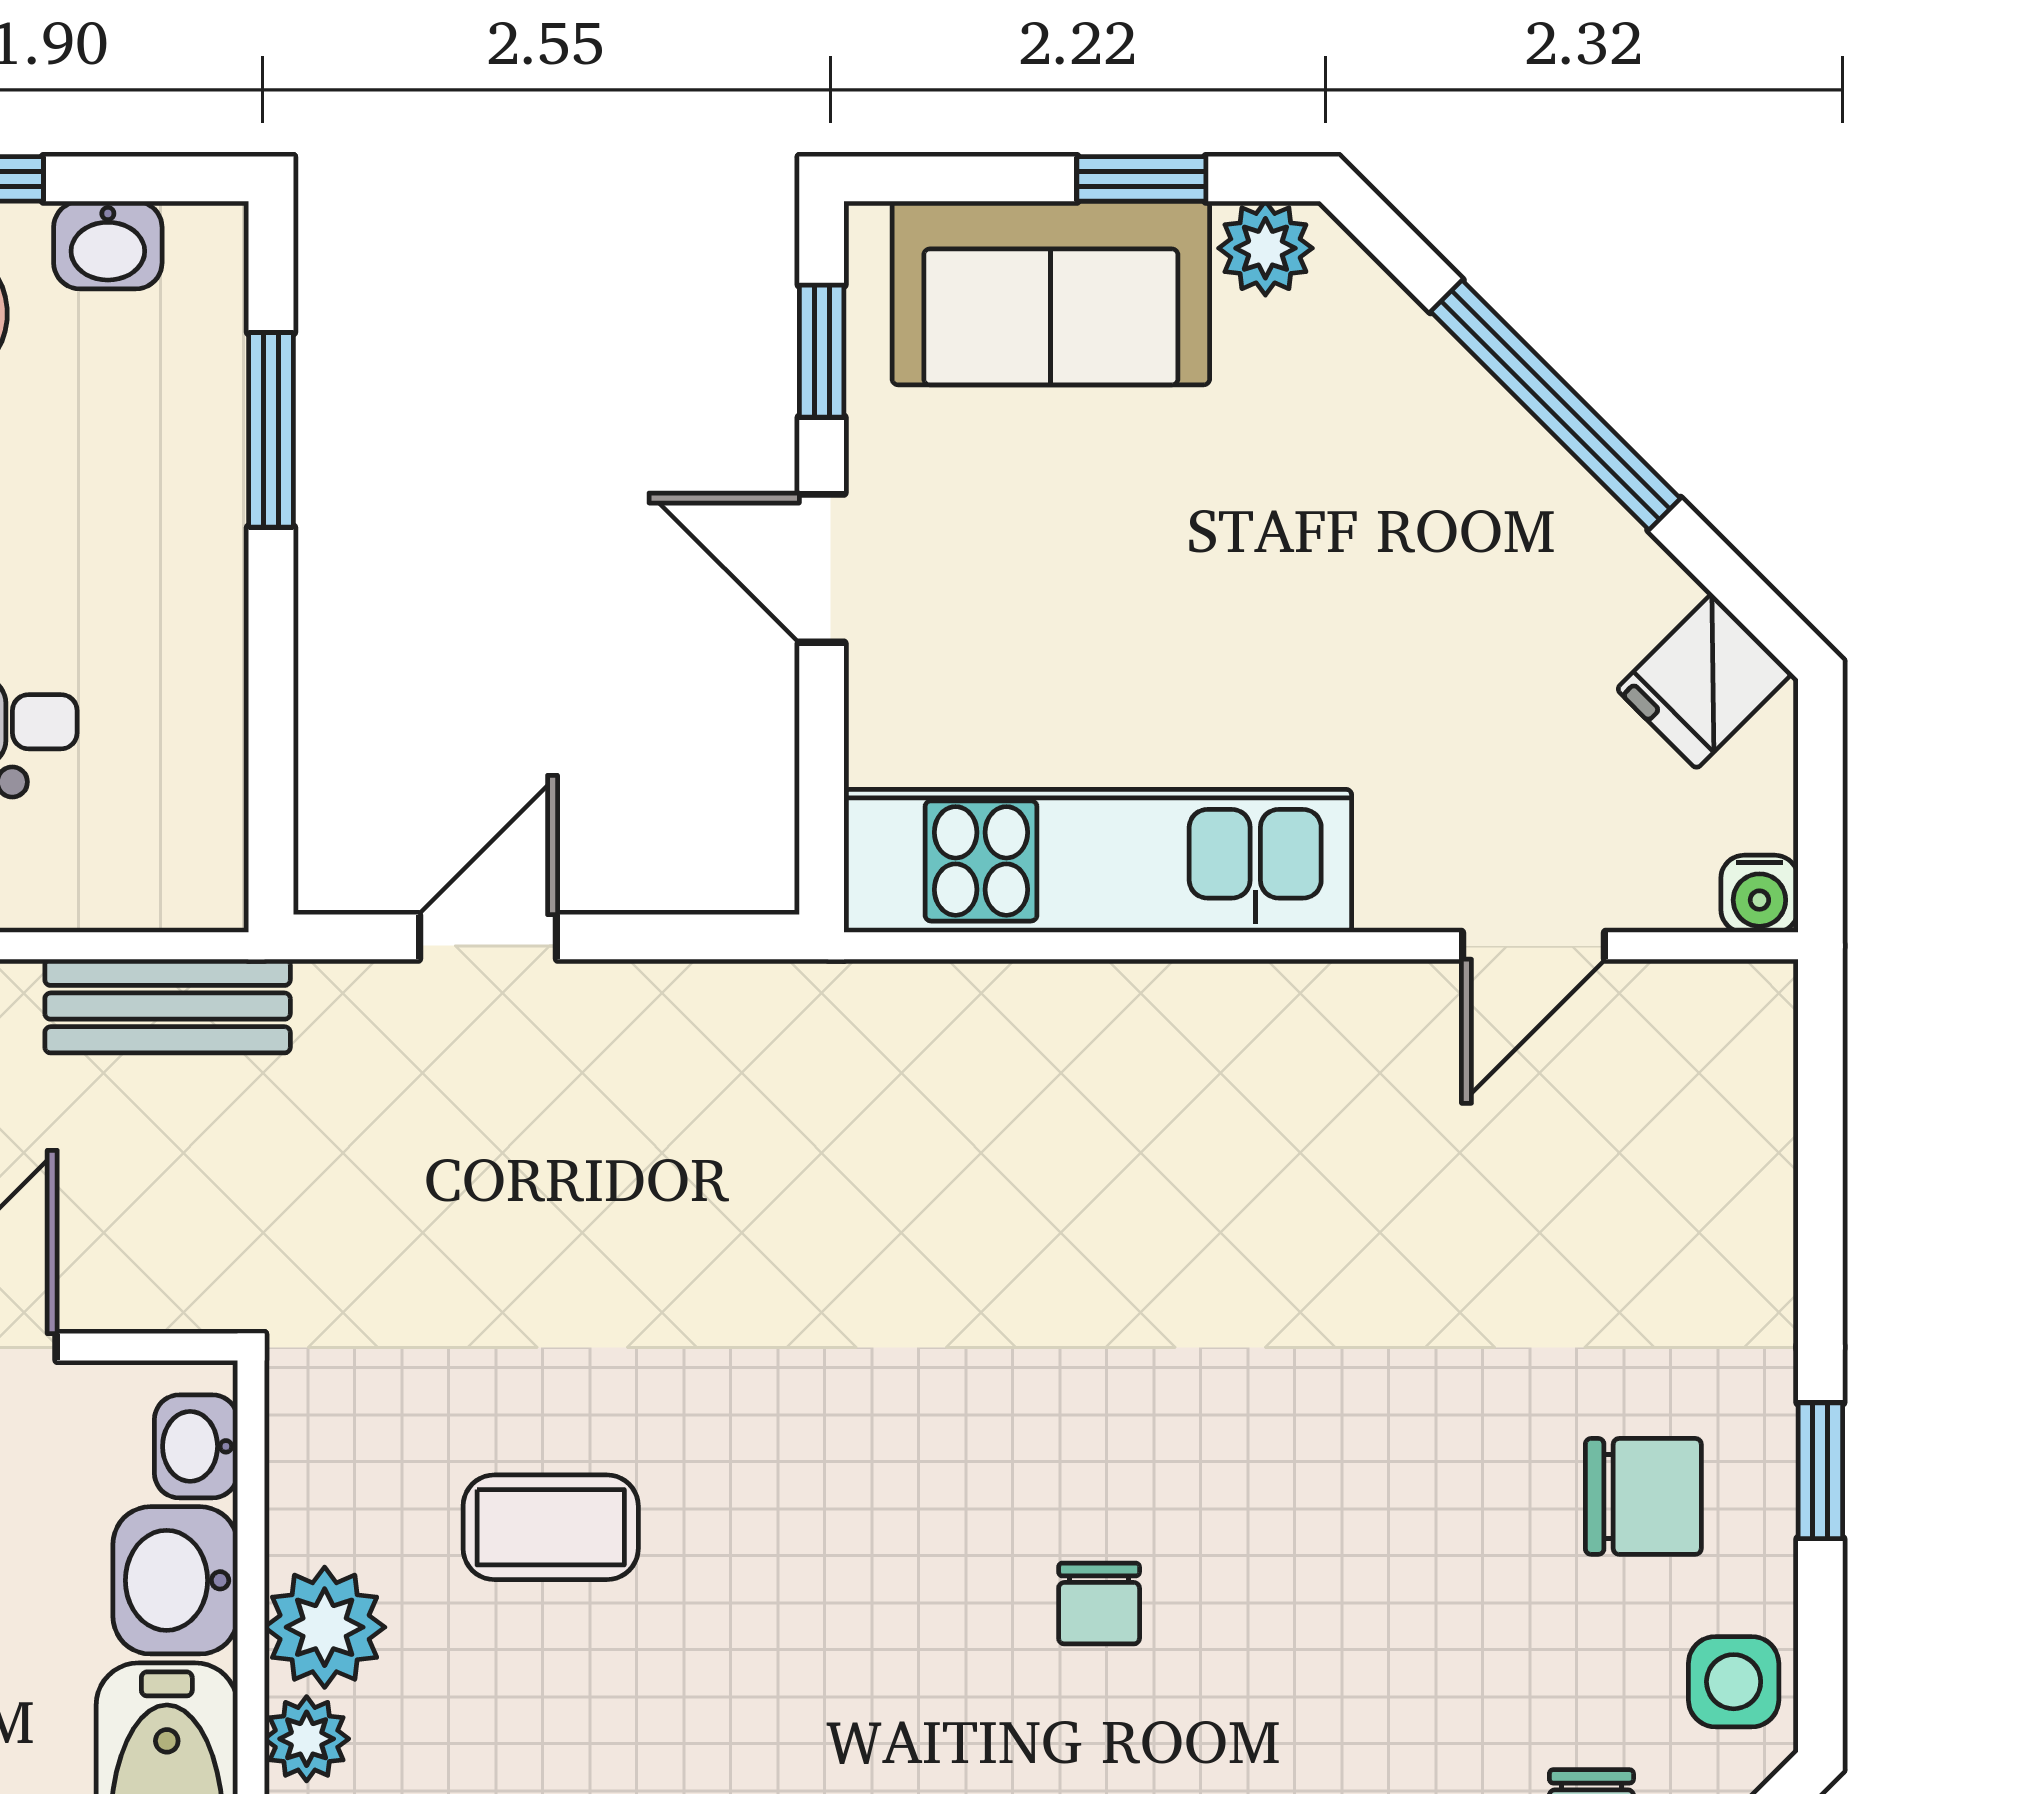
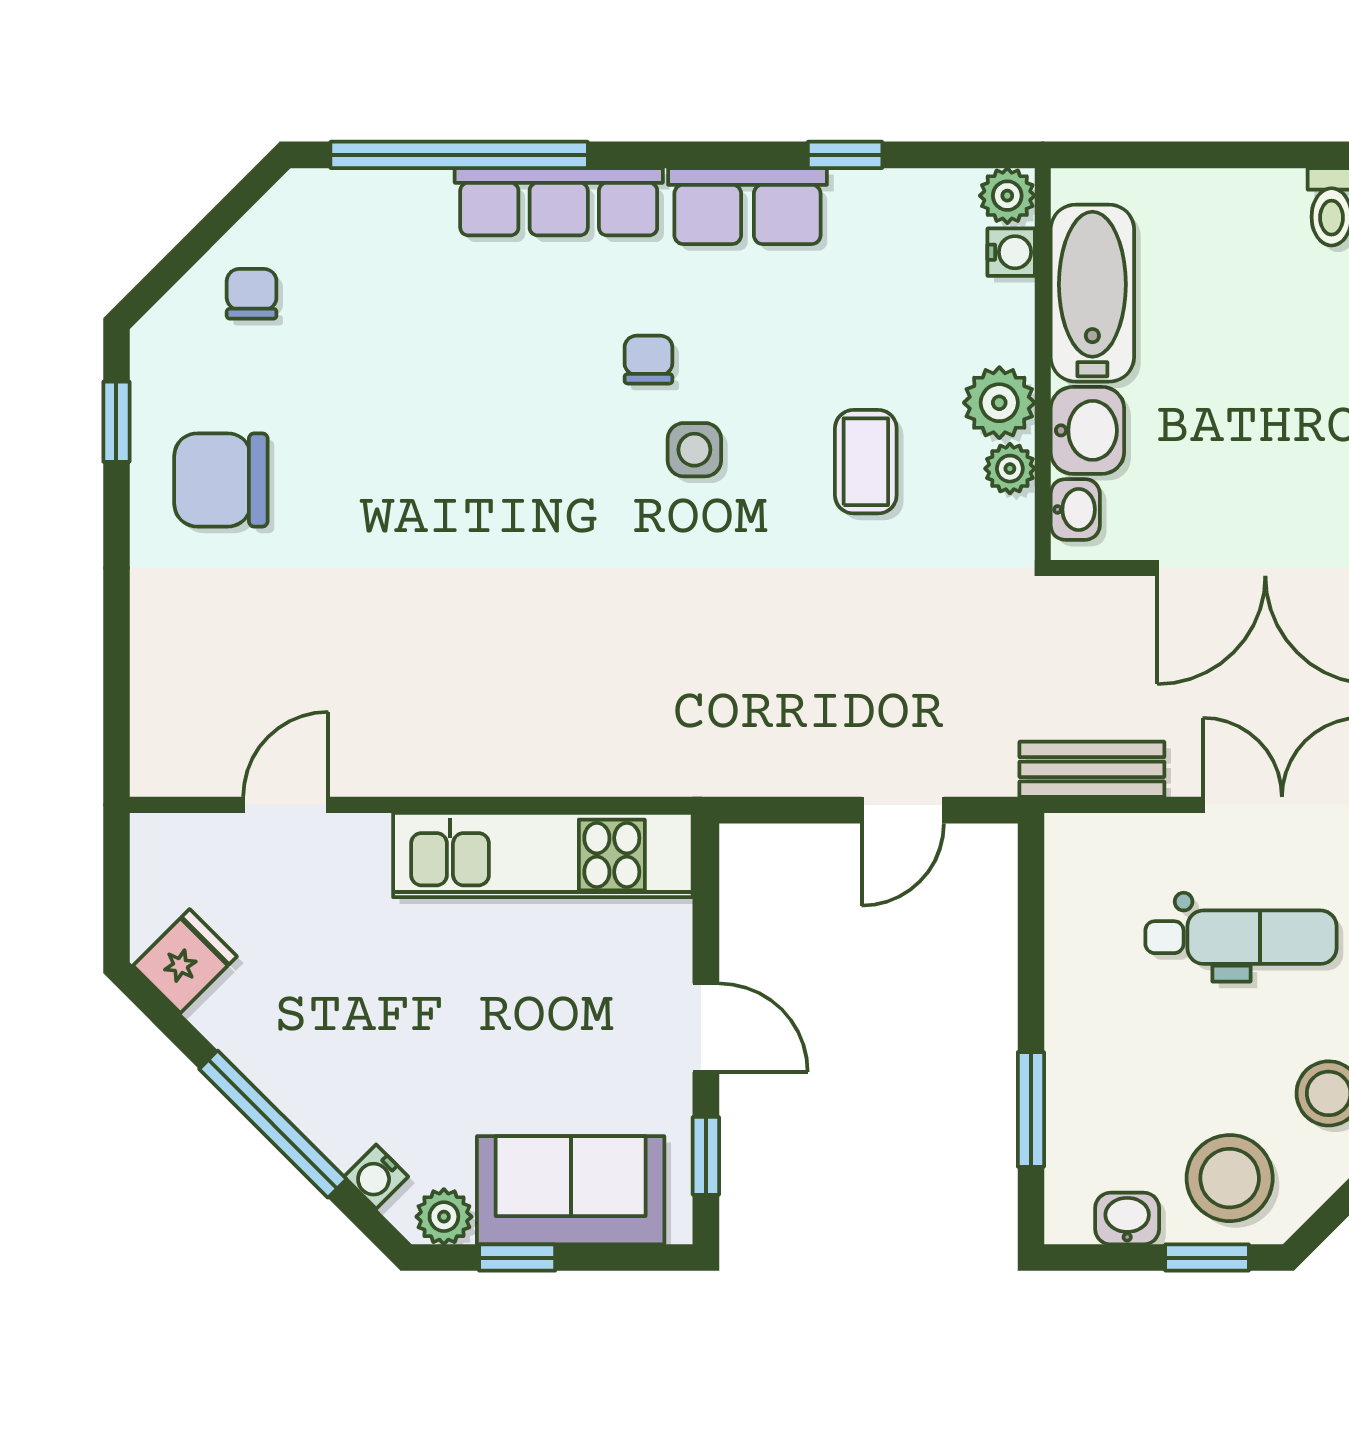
water cooler: (1759, 894) -> (376, 1177), moved, turned -135
window: (1820, 1471) -> (116, 422), moved
chair: (1643, 1496) -> (221, 480), width x1.37, depth x1.37
coffee table: (551, 1527) -> (866, 462), turned 90
chair: (1099, 1603) -> (648, 360), moved
side table: (1734, 1682) -> (694, 450), moved
plant: (307, 1739) -> (1010, 469), moved

